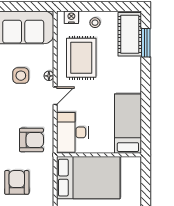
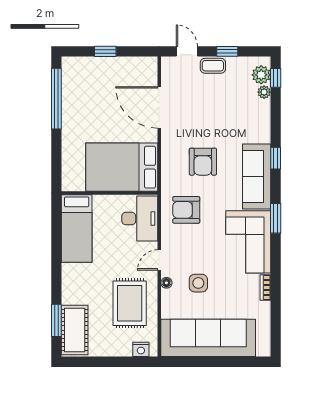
stool: (95, 23) -> (114, 343), removed

